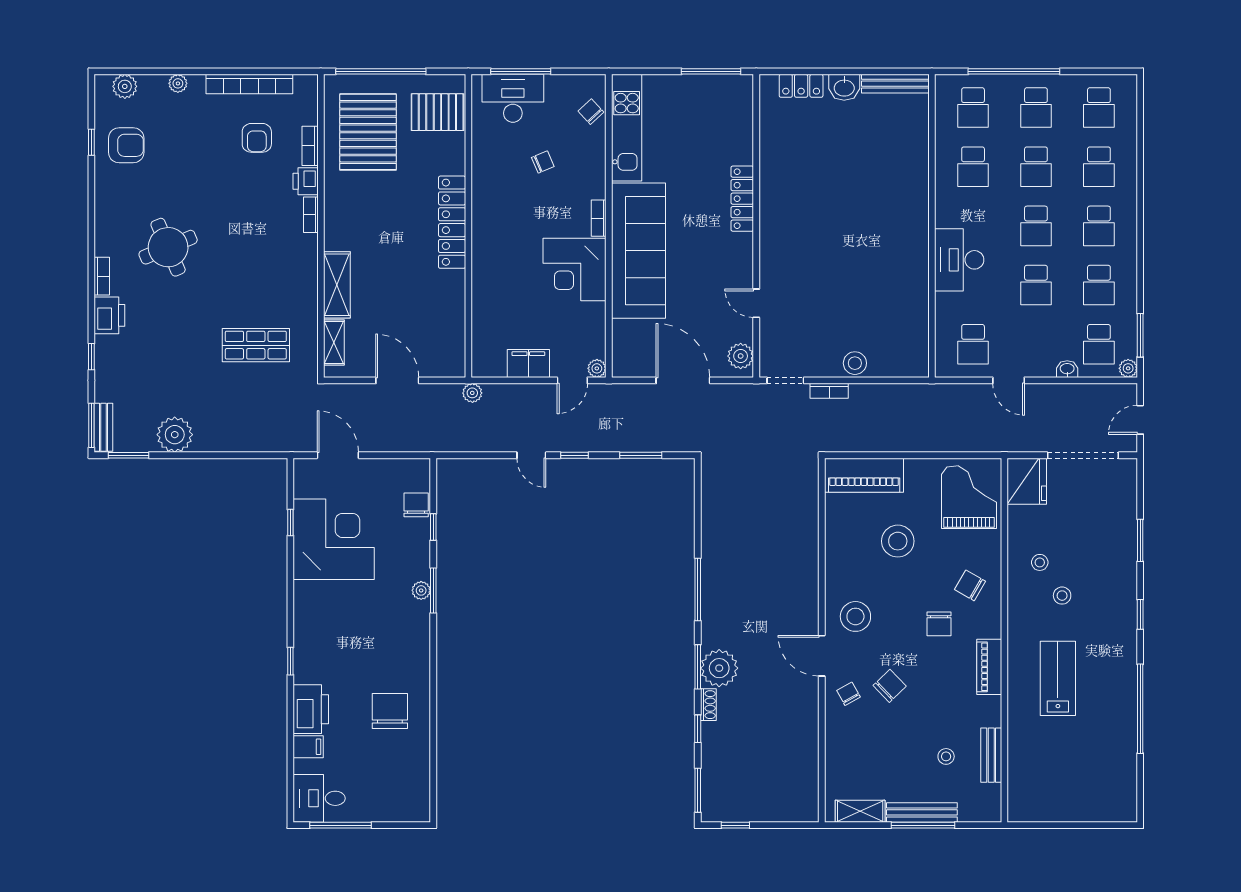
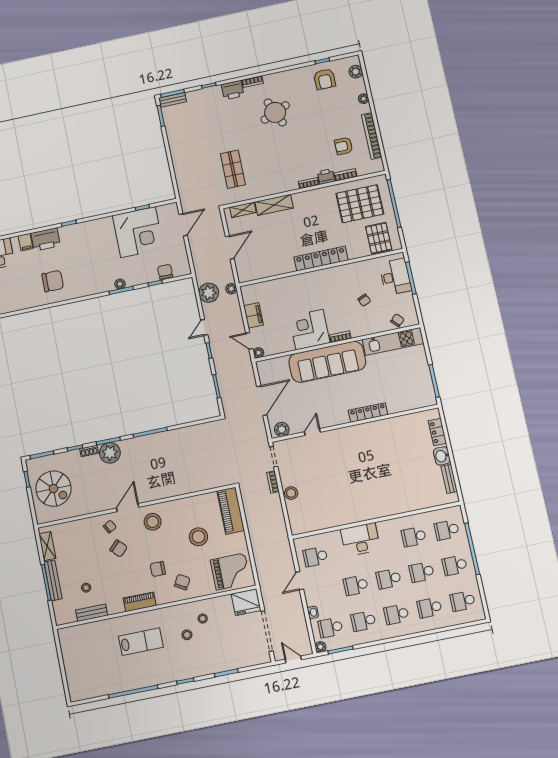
bench: (895, 84) -> (449, 479), width x0.73
plant: (175, 435) -> (209, 293), moved
chair: (416, 505) -> (165, 272), turned -90
spiral stairs: (762, 781) -> (53, 489), added

